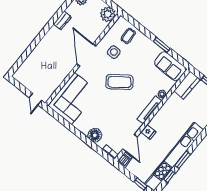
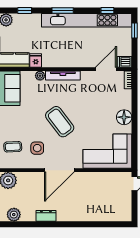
fridge: (148, 132) -> (36, 61), moved
floor lamp: (95, 135) -> (124, 117), moved
window: (183, 160) -> (63, 11), moved

